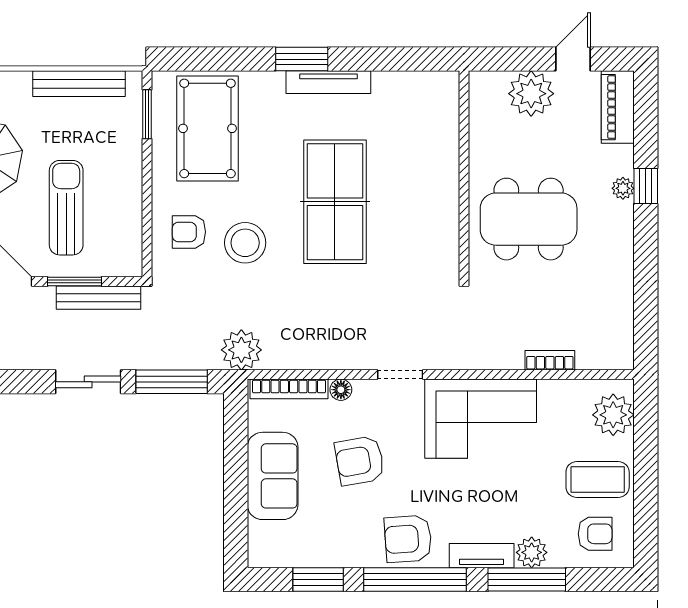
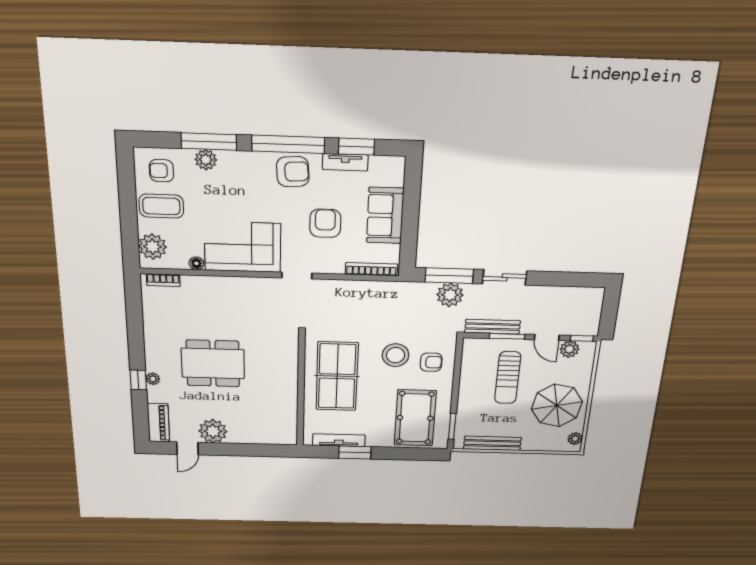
wall: (464, 174) -> (301, 391), moved
plant: (241, 350) -> (450, 295), moved
bookcase: (550, 360) -> (163, 280), moved
floor lamp: (341, 390) -> (196, 263), moved
armchair: (360, 461) -> (325, 223), turned -80
tv unit: (482, 556) -> (345, 162), moved

